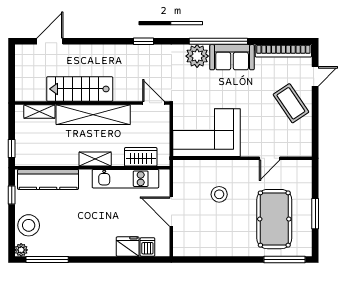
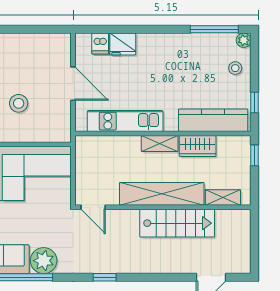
wardrobe: (141, 157) -> (198, 146), moved
stool: (29, 225) -> (235, 68), width x0.53, depth x0.53

